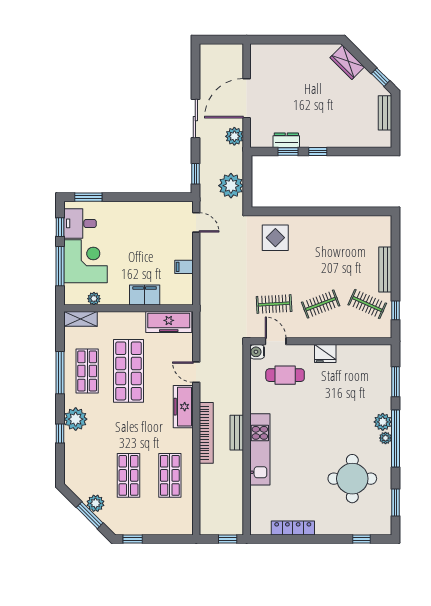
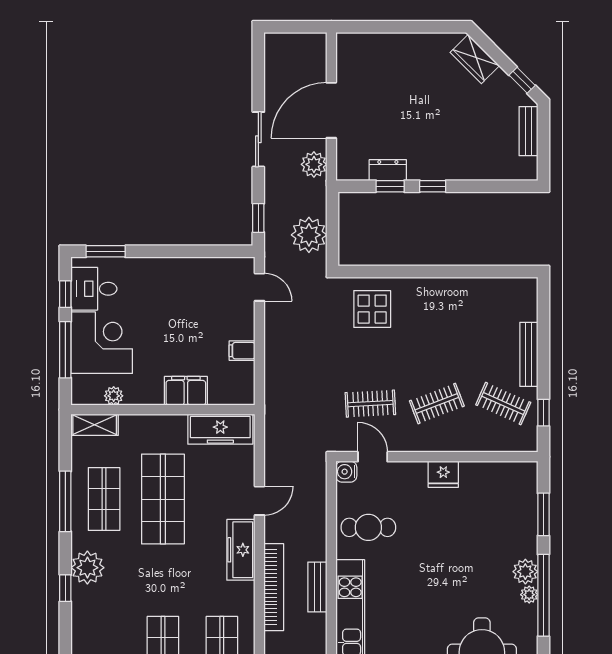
door: (196, 372) -> (259, 501), swing flipped
cafe table: (285, 375) -> (368, 527), moved

